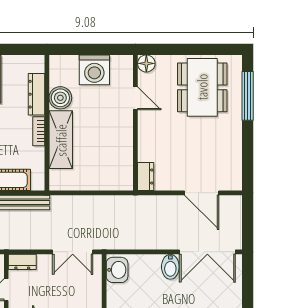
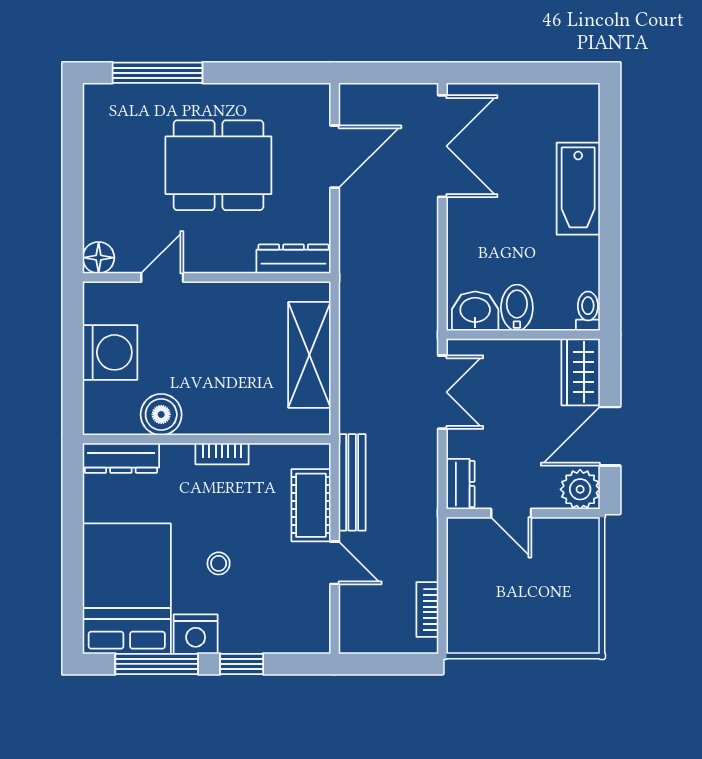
dining table: (202, 87) -> (218, 165), moved
dresser: (36, 94) -> (121, 458), moved
shelving: (61, 140) -> (309, 355), moved, turned 90
dresser: (146, 177) -> (294, 259), width x1.44
bidet: (170, 267) -> (517, 308), moved, turned -90

